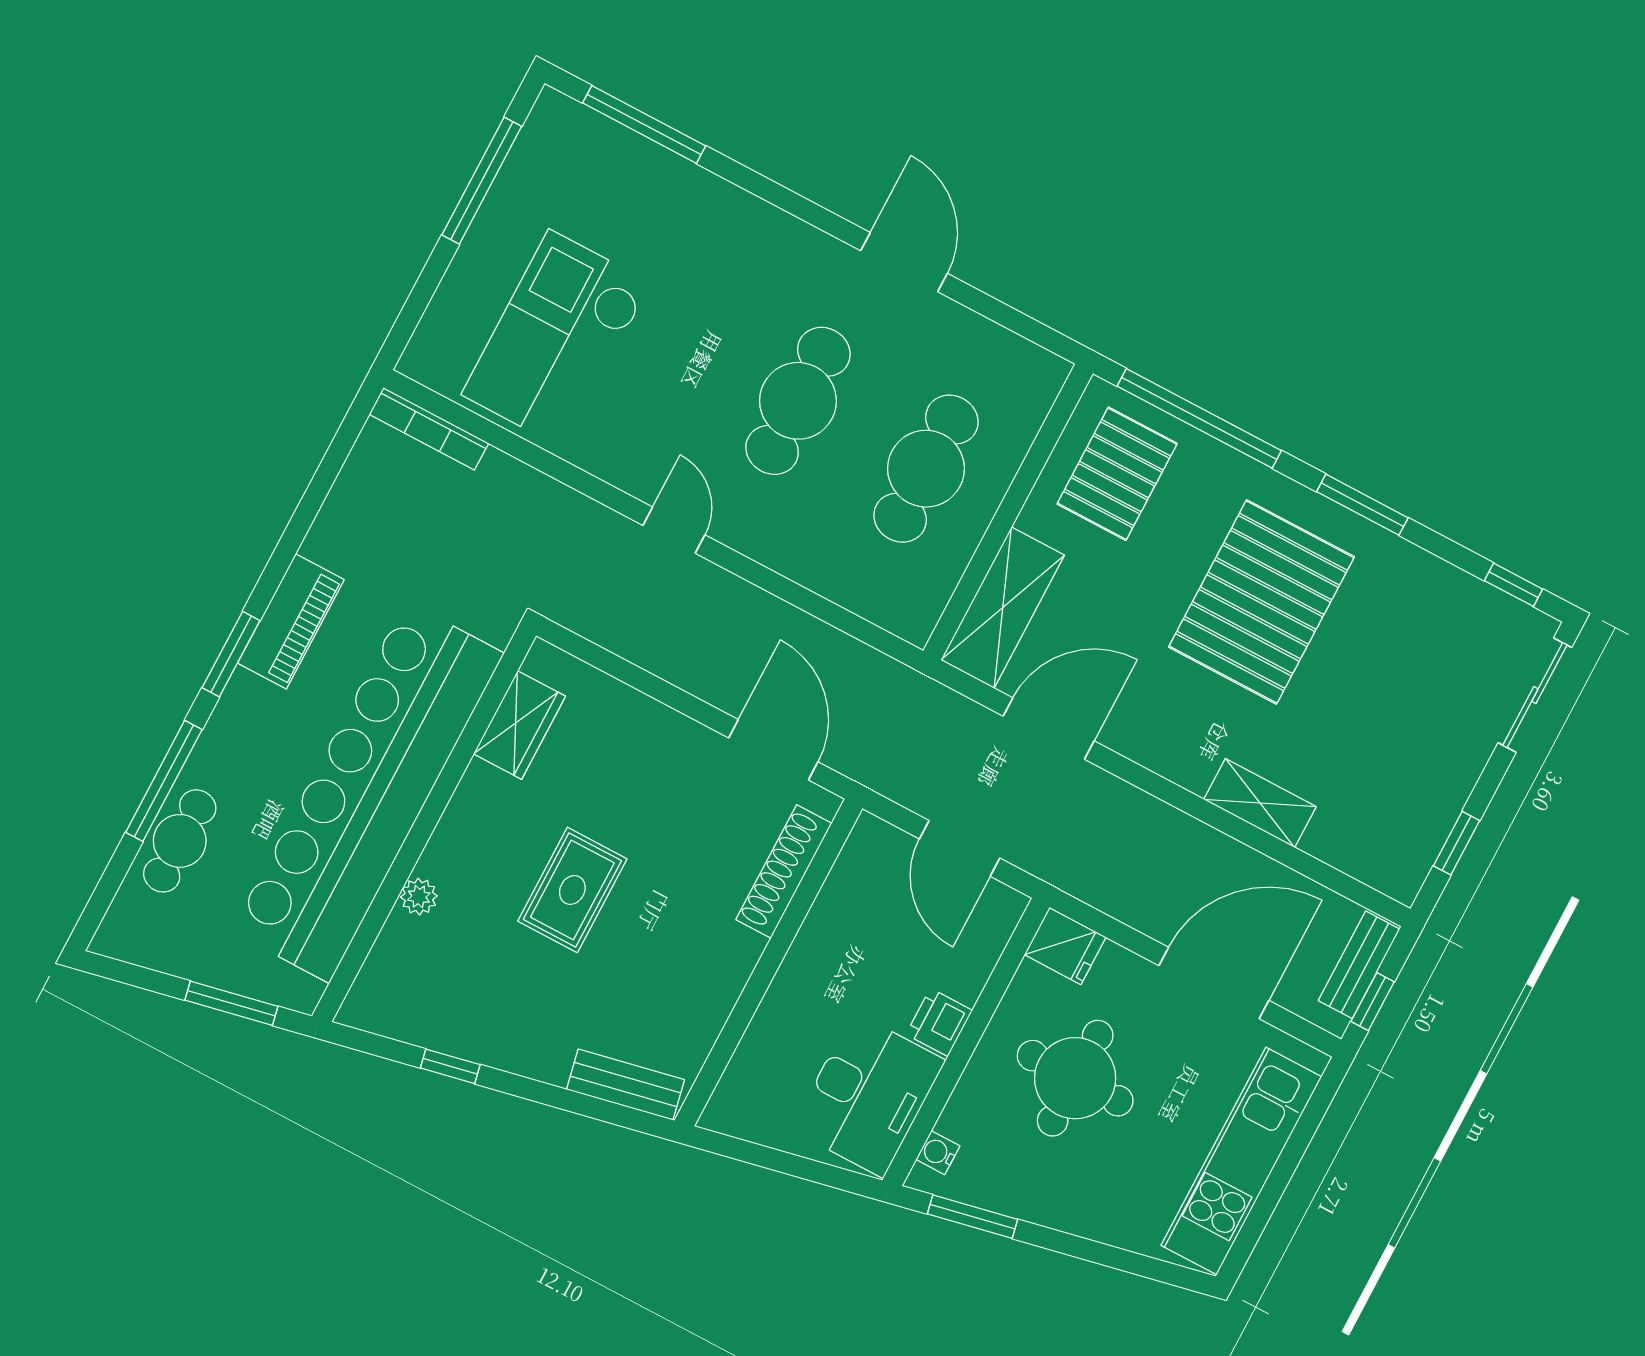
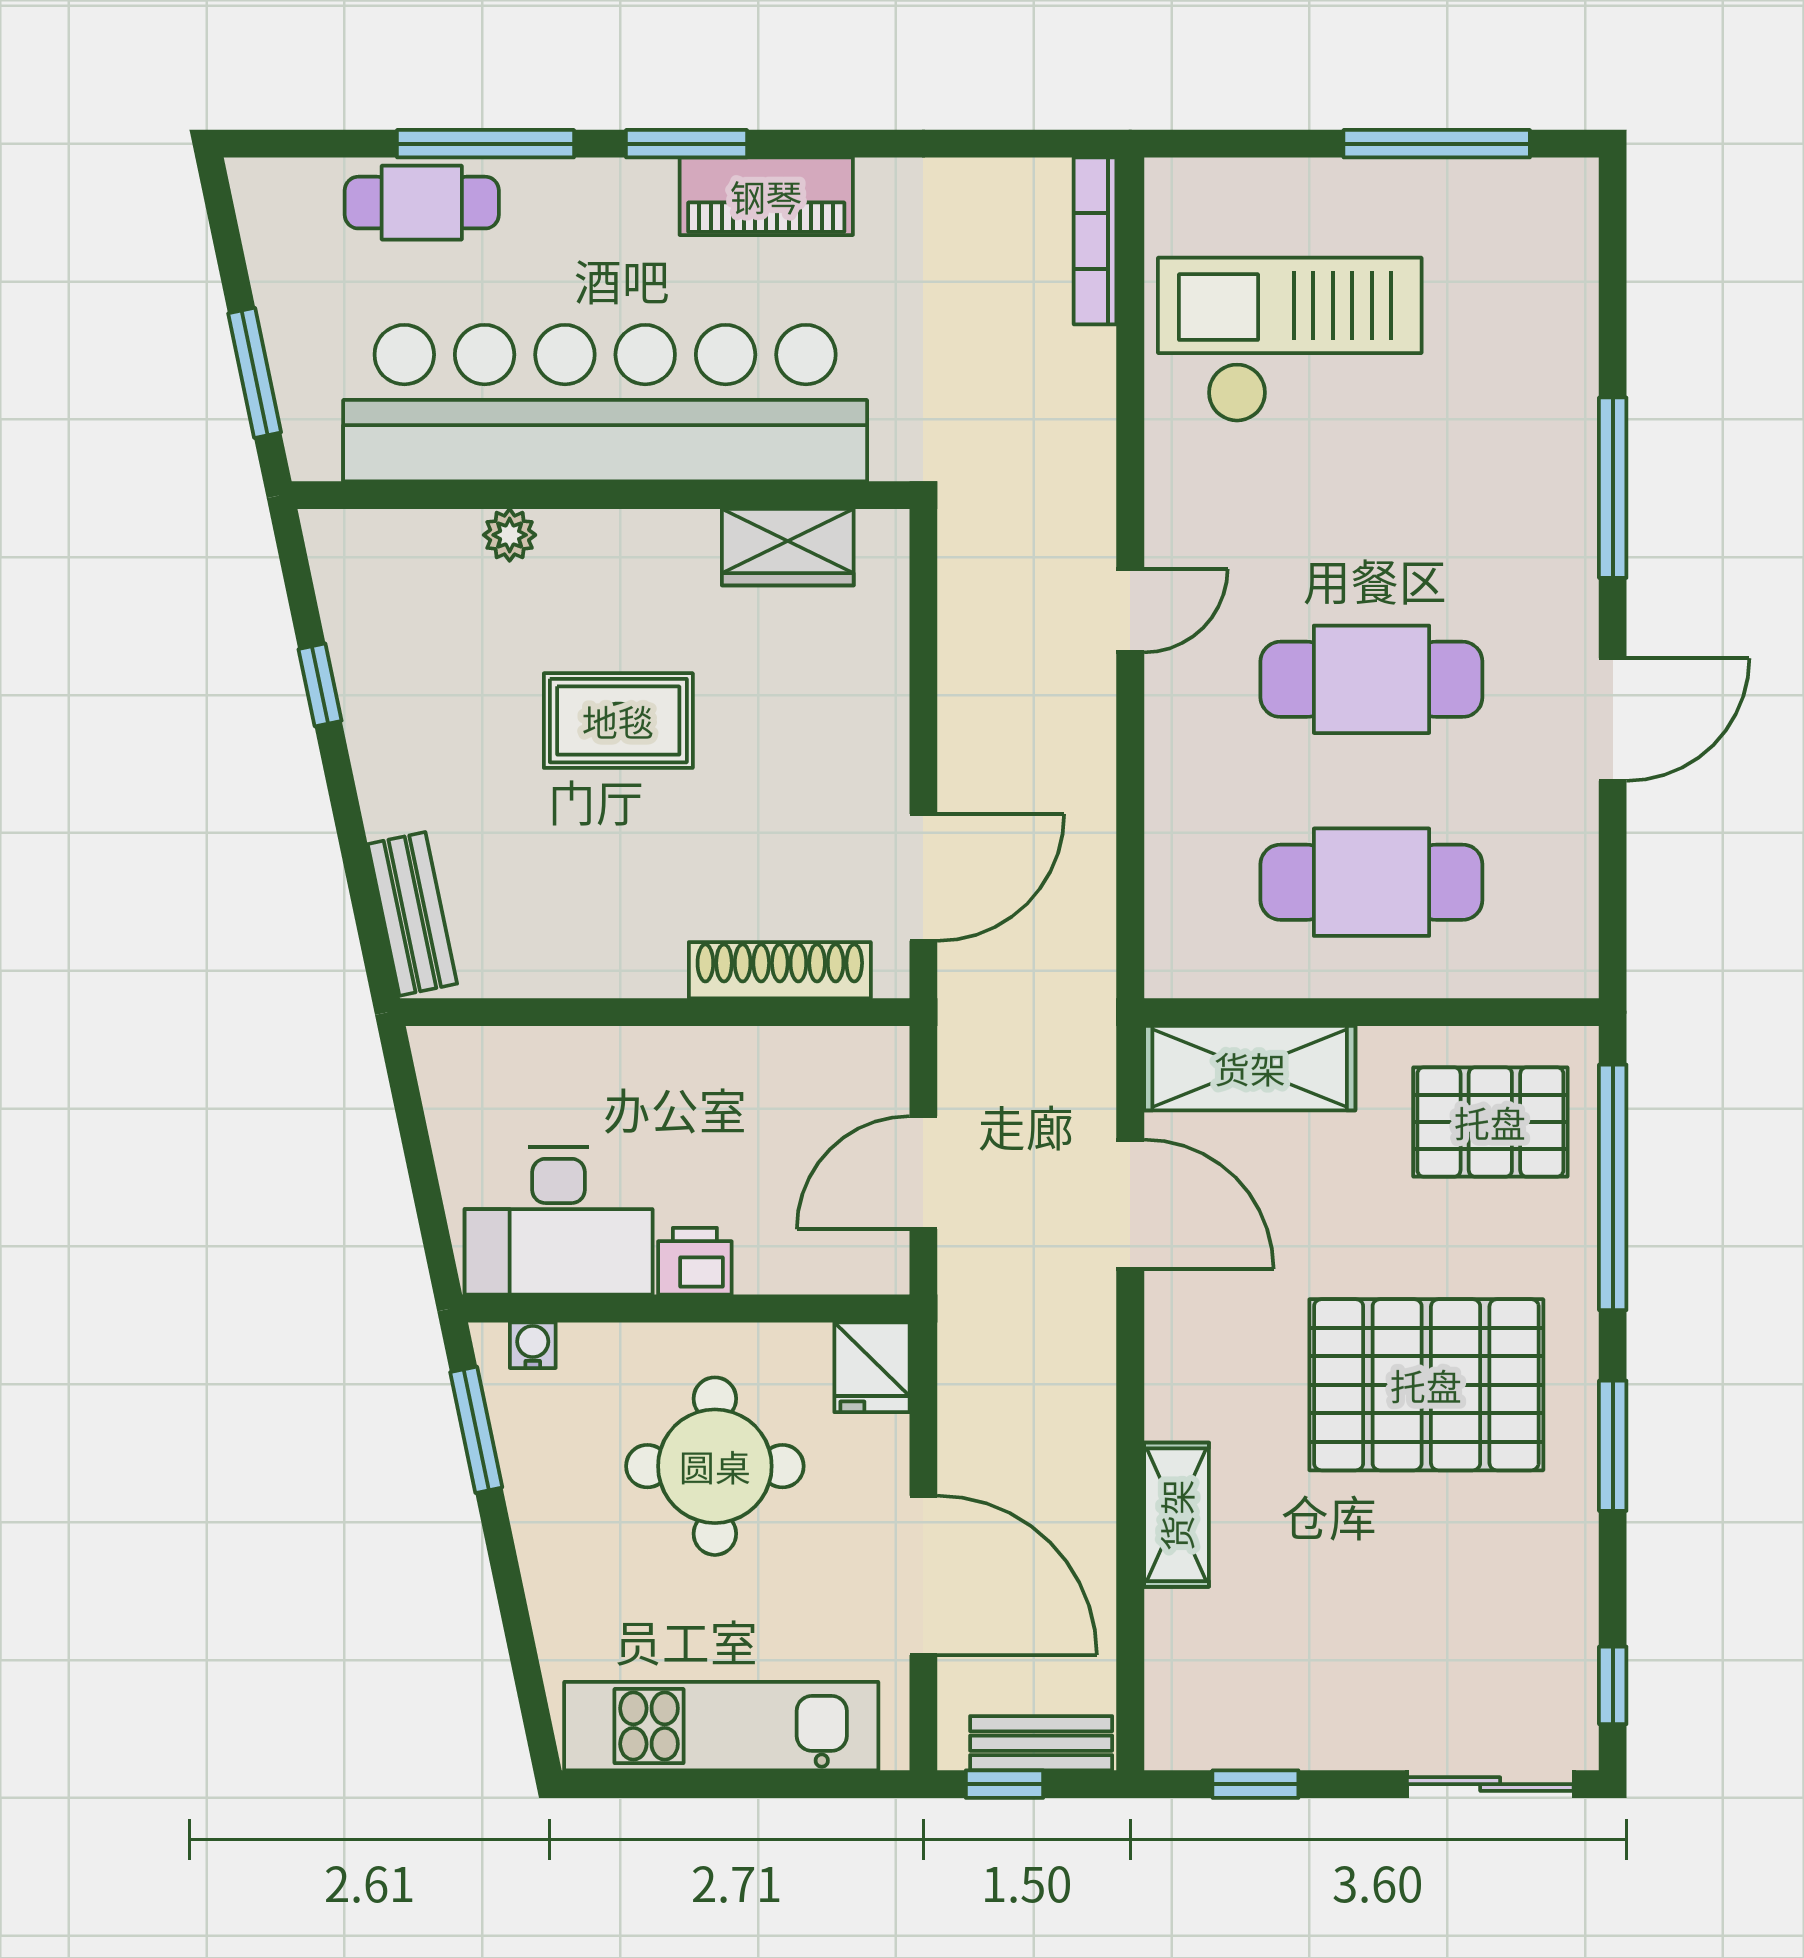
window: (644, 124) -> (1613, 488), moved

